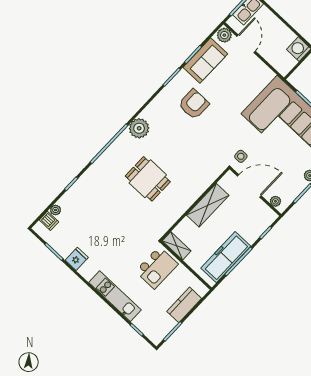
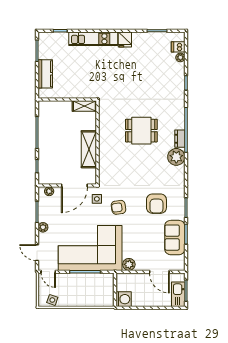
plant: (224, 35) -> (129, 264), moved
armchair: (229, 132) -> (118, 207), added
dresser: (121, 141) -> (180, 139), added
freezer: (226, 257) -> (47, 128), removed
fridge: (77, 259) -> (125, 40), moved
kitchen island: (157, 268) -> (84, 81), removed

